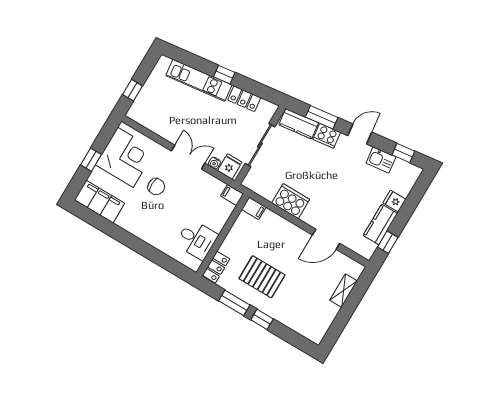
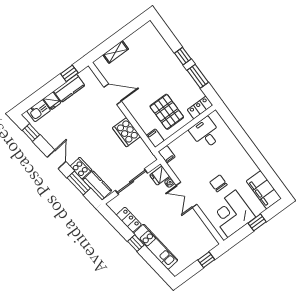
door: (360, 134) -> (56, 159), swing flipped
kitchen sink: (381, 160) -> (39, 111), moved, turned 97
pallet: (262, 277) -> (167, 112), moved

